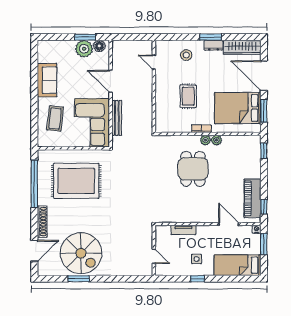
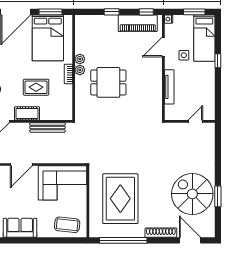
cot: (162, 87) -> (27, 113), added
bench: (117, 118) -> (47, 128), moved
coffee table: (55, 119) -> (67, 225), moved
window: (264, 151) -> (112, 12), moved
tv unit: (183, 230) -> (169, 87), width x1.41
window: (264, 244) -> (194, 12), moved
spiral stairs: (81, 253) -> (192, 194), turned -90
side table: (197, 259) -> (184, 55), moved
window: (198, 279) -> (218, 61), moved

